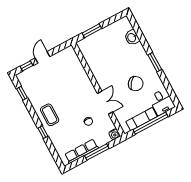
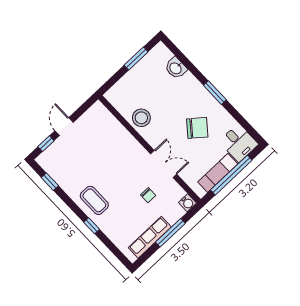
window: (92, 31) -> (136, 58), moved
stool: (98, 66) -> (141, 118), added

